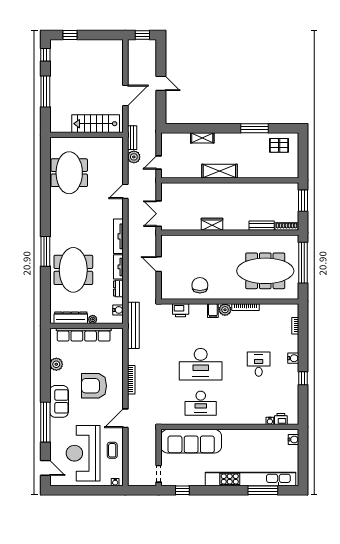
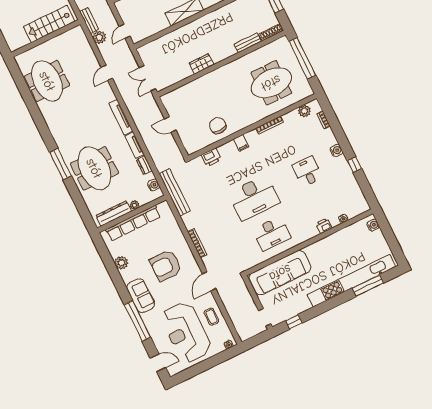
meeting table: (265, 271) -> (271, 83), width x0.73
plant: (225, 310) -> (304, 111), moved
printer: (281, 419) -> (324, 226), moved

